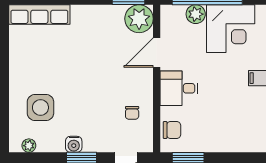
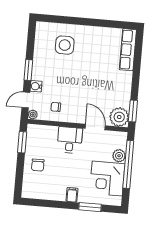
chair: (172, 130) -> (38, 165), moved
water cooler: (74, 144) -> (36, 86), moved
plant: (29, 146) -> (33, 115), moved

